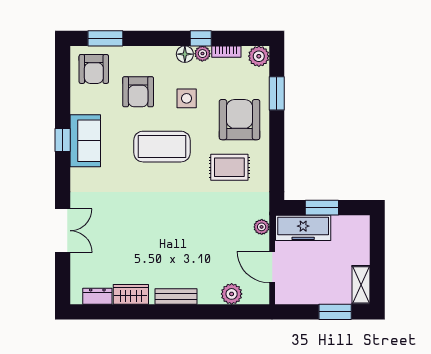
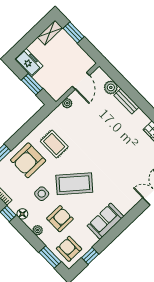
plant: (202, 54) -> (38, 230), moved
armchair: (94, 69) -> (69, 249), turned -90
window: (63, 140) -> (90, 256), moved
coffee table: (162, 147) -> (74, 184), turned -50
freezer: (303, 228) -> (29, 63), moved, width x0.71
bench: (176, 297) -> (126, 101), moved

